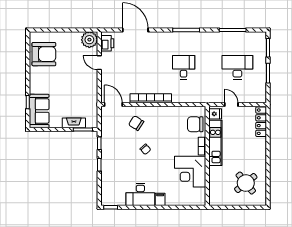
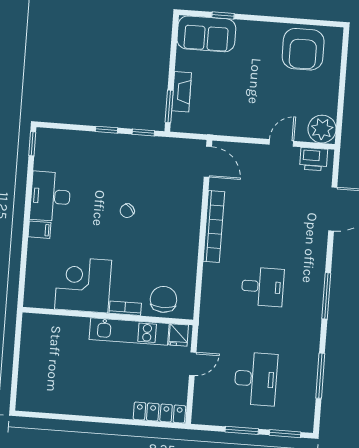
door: (113, 105) -> (208, 162), hinge flipped
chair: (136, 123) -> (173, 198), removed
round table: (246, 183) -> (56, 378), removed

